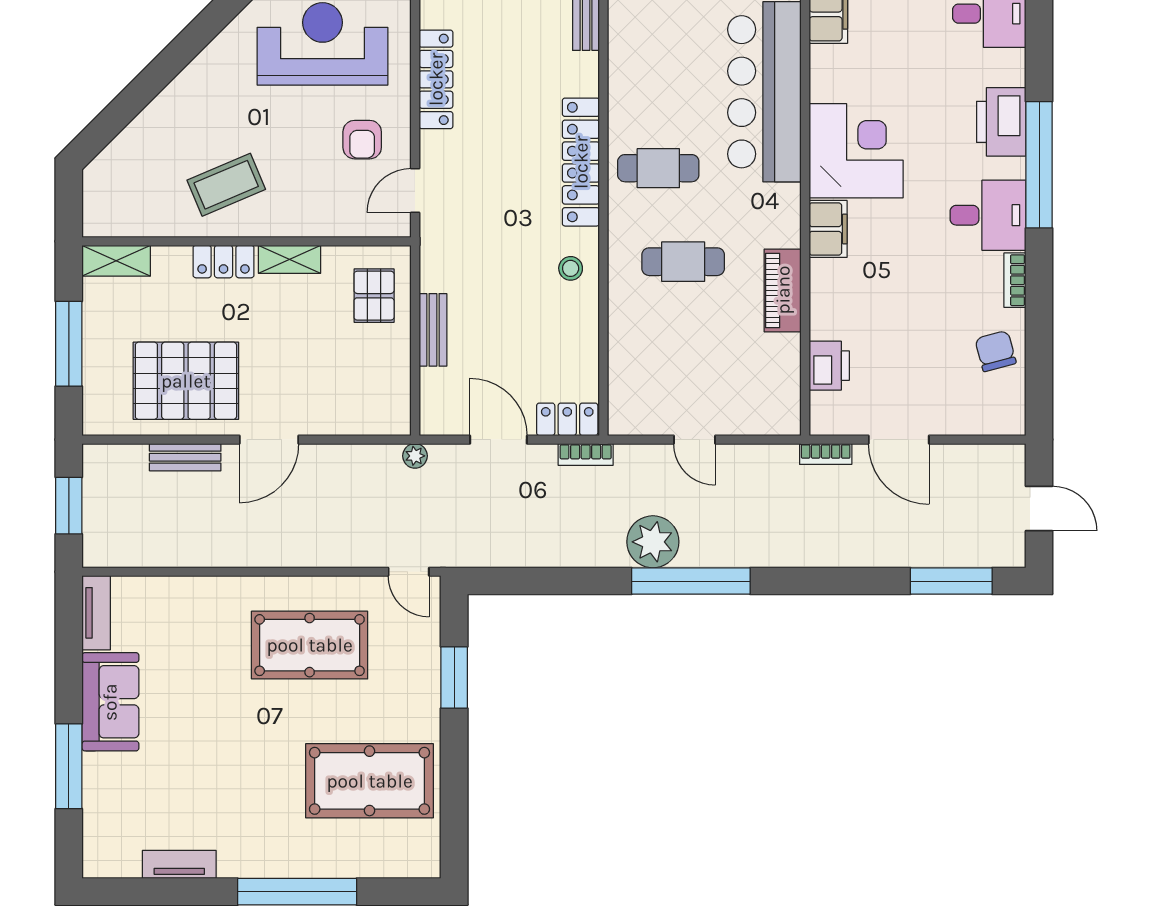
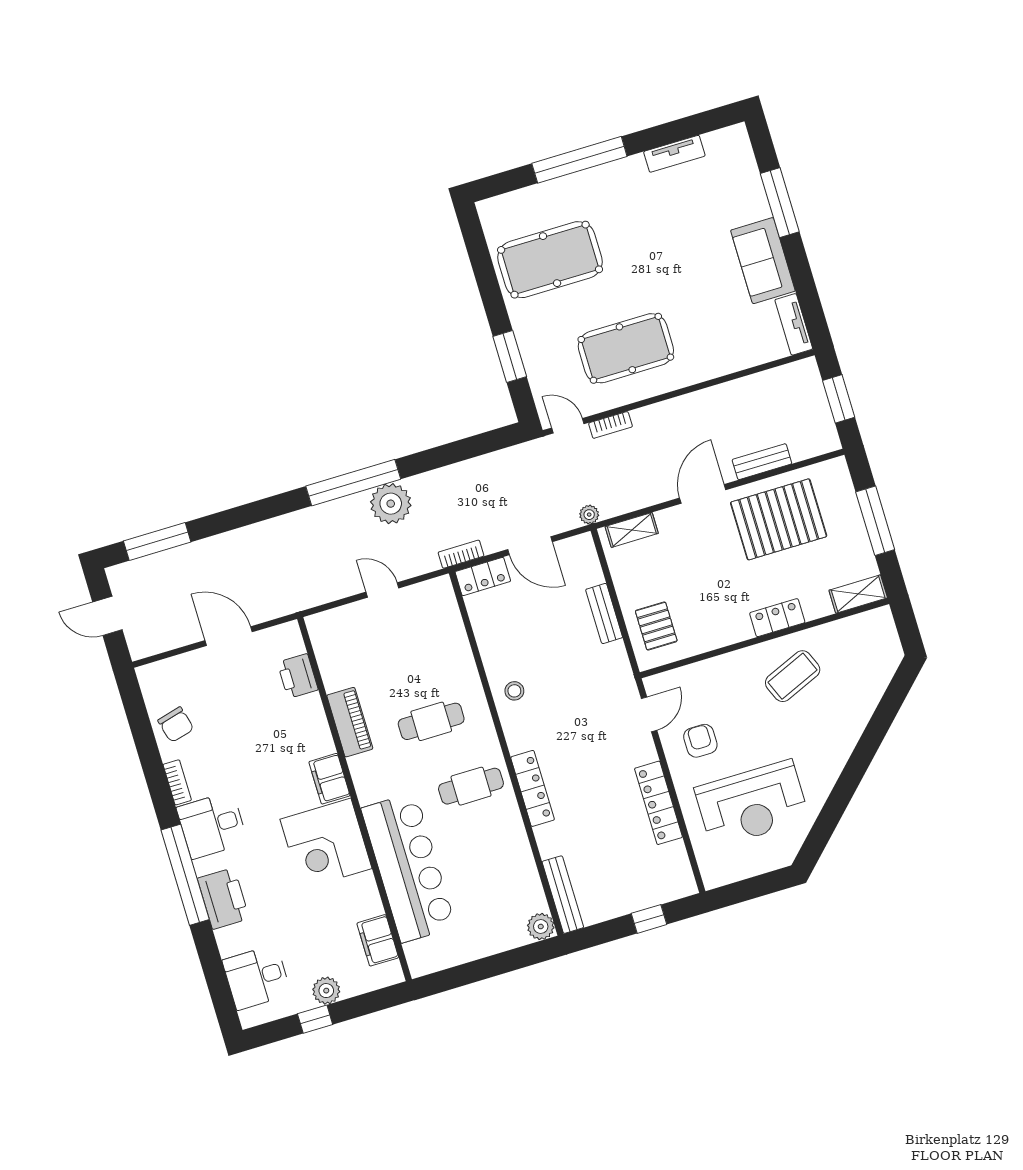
locker: (581, 162) -> (533, 788), width x0.71, depth x0.83
shelving: (290, 259) -> (632, 530), moved
bookcase: (826, 454) -> (610, 425), moved, turned 180

